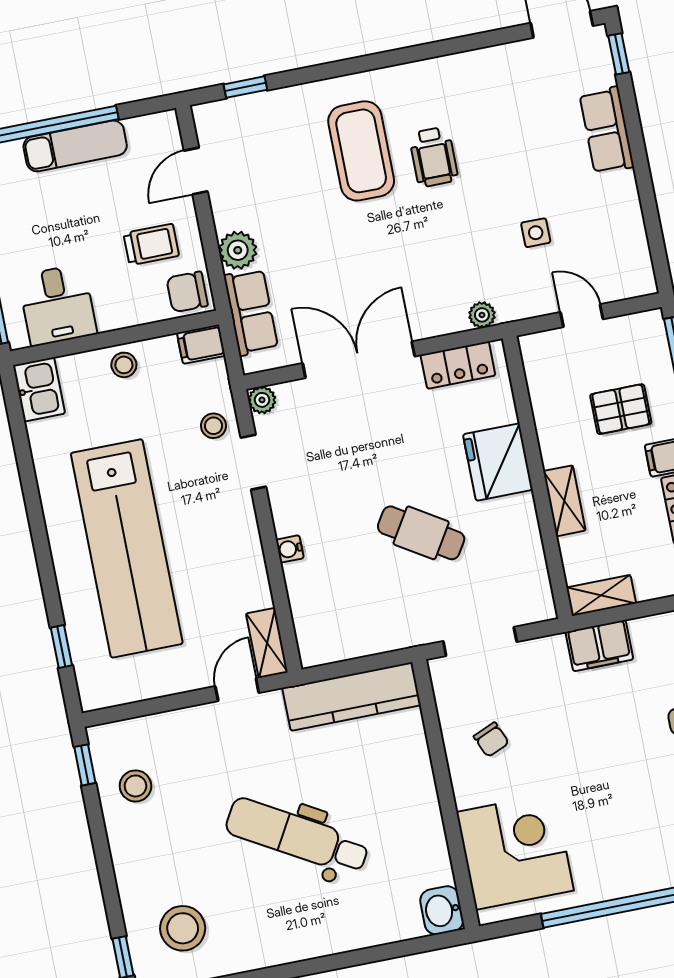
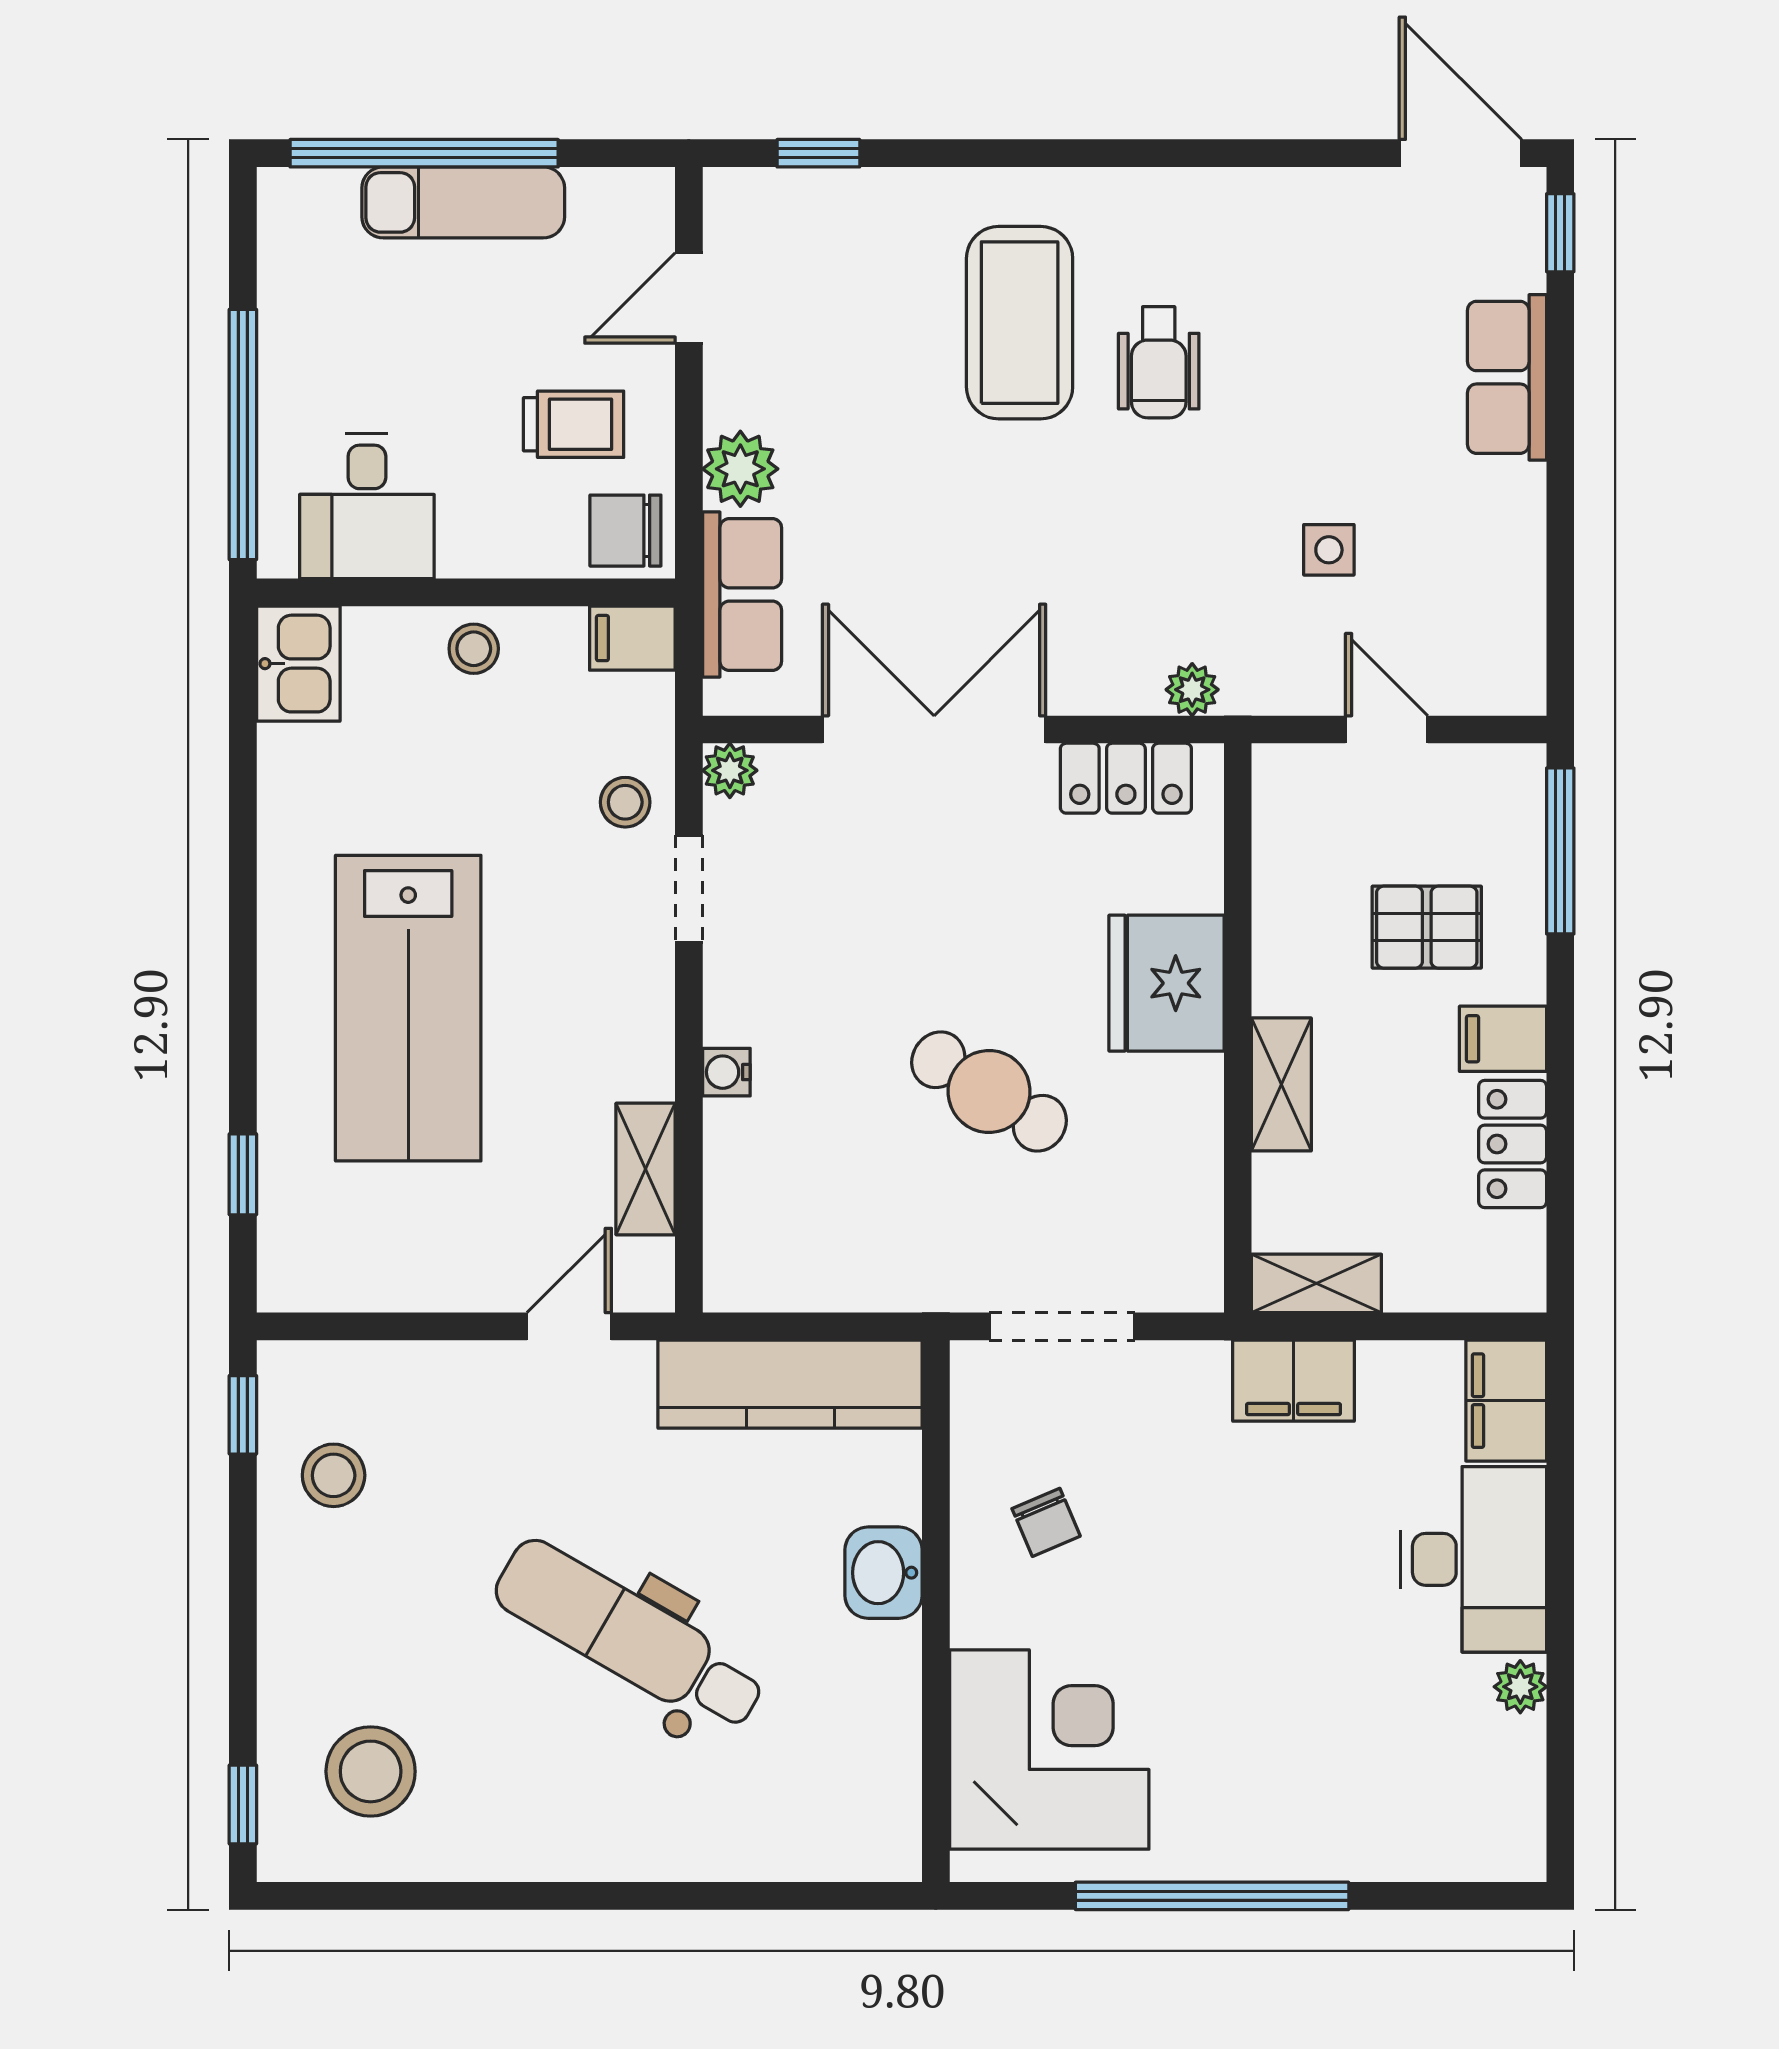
lab bench: (127, 548) -> (408, 1008), width x0.73
shelving: (267, 643) -> (646, 1169), moved
washbasin: (442, 910) -> (884, 1573), moved

